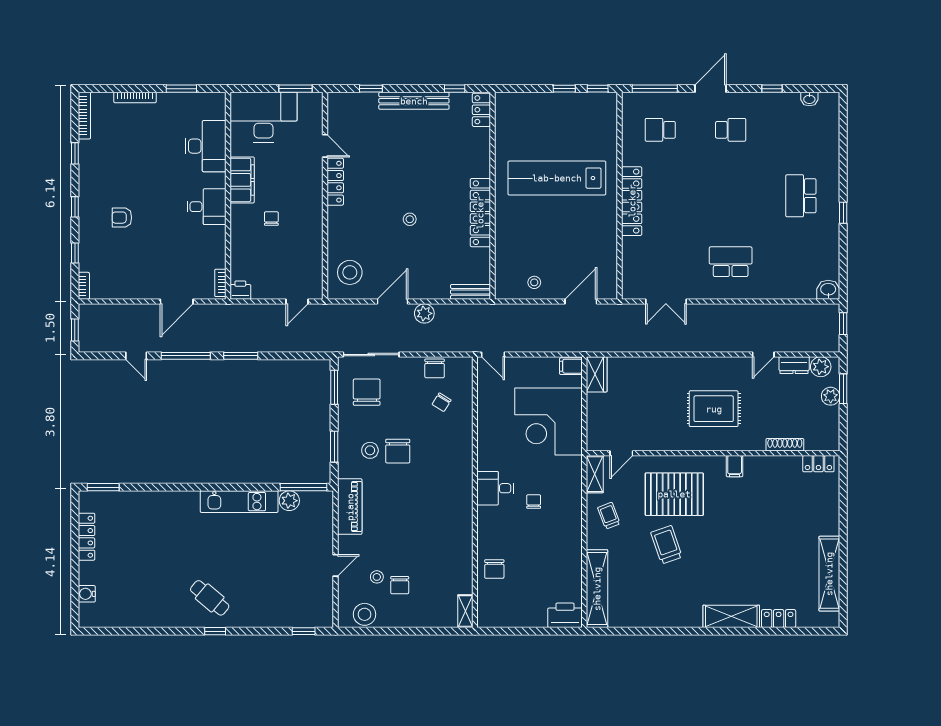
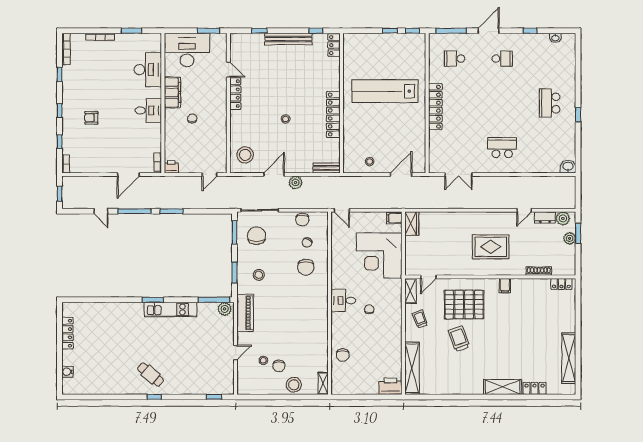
window: (843, 324) -> (578, 189), removed
chair: (398, 451) -> (306, 267), moved
window: (103, 487) -> (153, 300), moved
plant: (289, 501) -> (225, 309), moved
stool: (365, 614) -> (294, 385), moved

